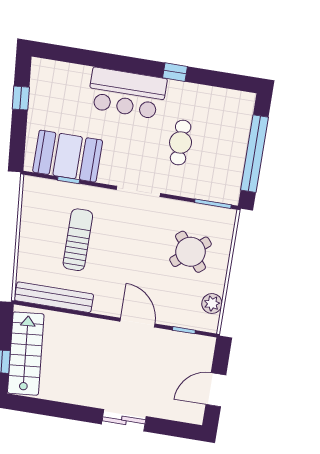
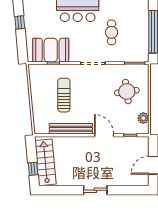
round table: (191, 252) -> (127, 92), turned 32
bench: (54, 297) -> (71, 129), moved
sliding door: (124, 420) -> (95, 190), moved

